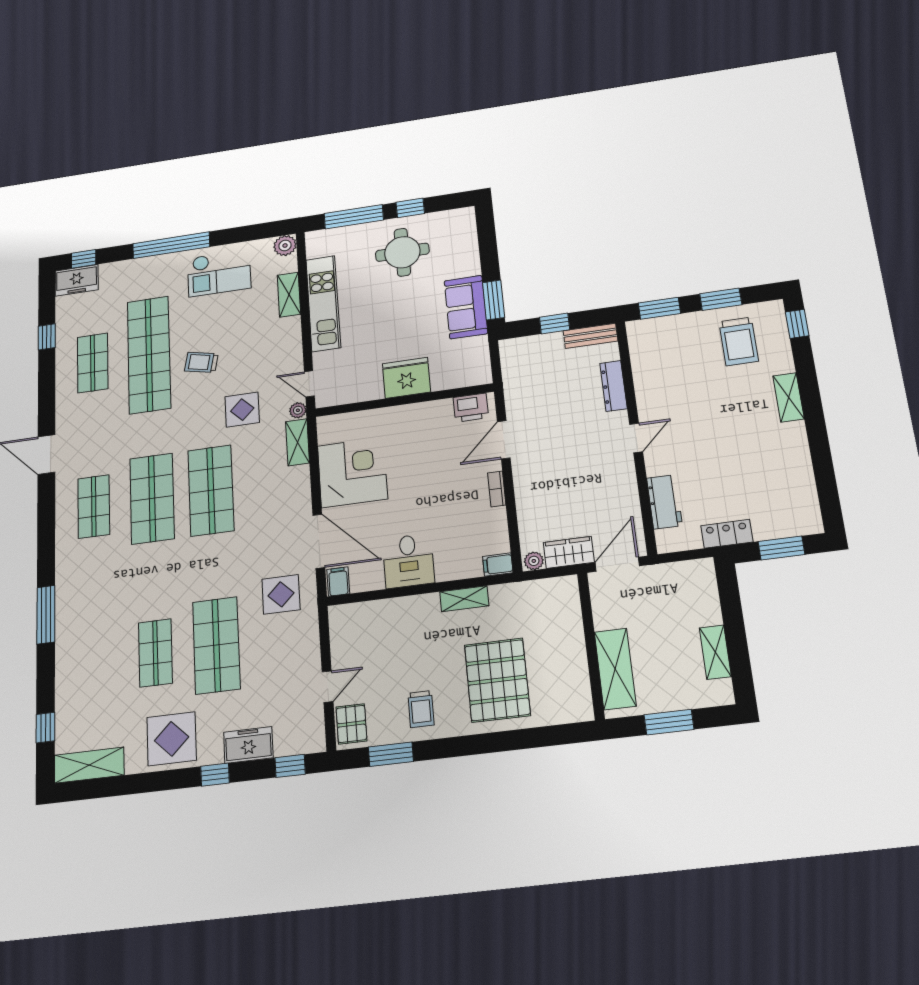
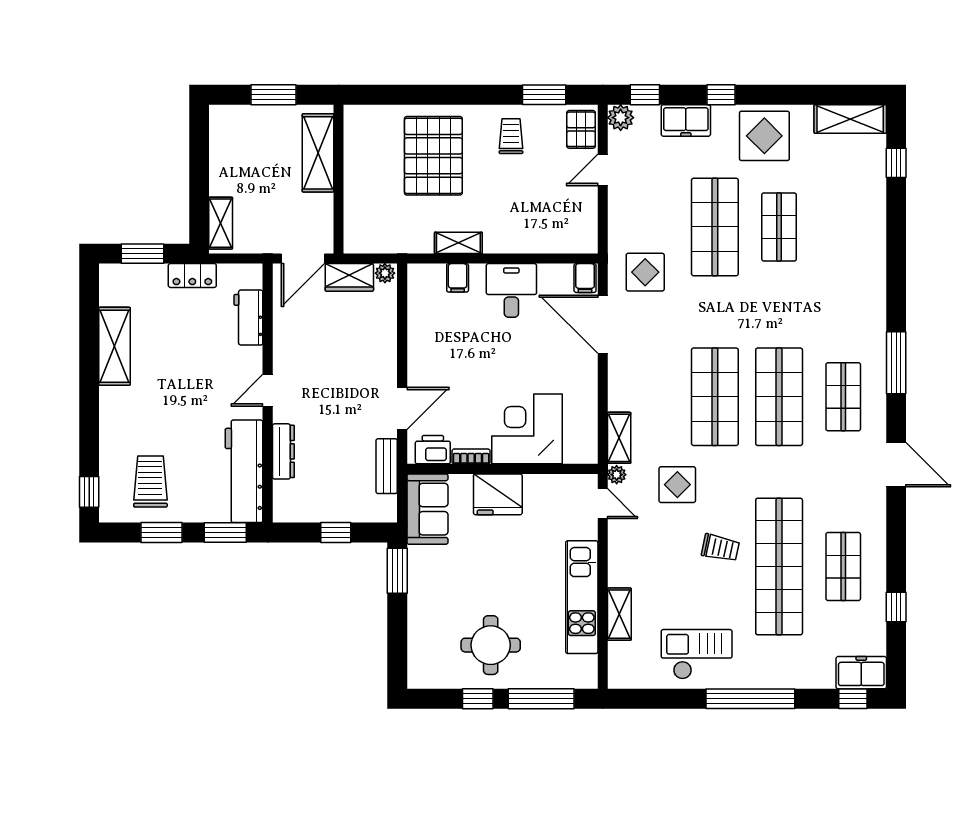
plant: (285, 246) -> (621, 118), moved
sofa: (466, 307) -> (427, 509), moved
bench: (590, 336) -> (387, 466), moved, turned 90
workbench: (649, 363) -> (244, 471), added
shelving: (788, 397) -> (115, 346), moved, width x1.50, depth x1.33
corner desk: (352, 472) -> (527, 429), moved, turned 90
bookcase: (497, 489) -> (471, 456), moved, turned -90
filing cabinet: (498, 565) -> (458, 278), moved, turned 90
window: (46, 615) -> (896, 363), moved
shelving: (715, 652) -> (221, 223), moved

